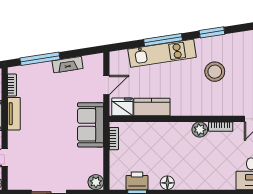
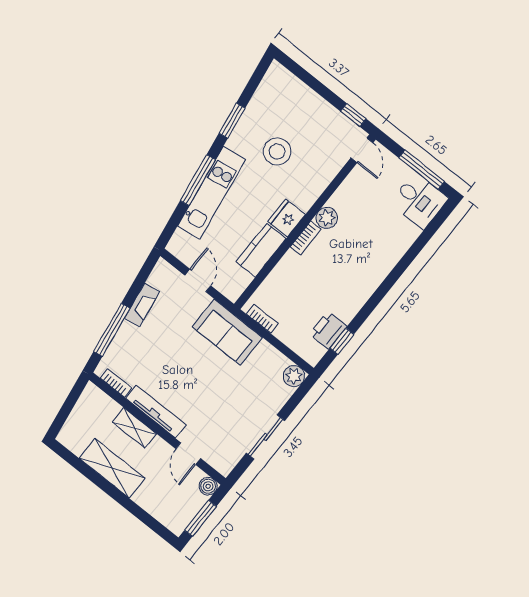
fridge: (122, 107) -> (286, 218), moved
tv unit: (14, 114) -> (156, 412), width x1.41
bookcase: (221, 127) -> (306, 238), moved
floor lamp: (167, 183) -> (357, 299), removed

